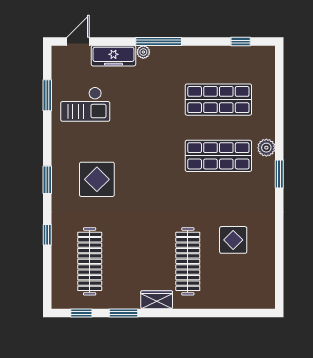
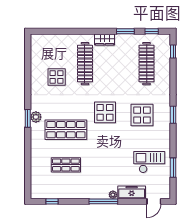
shop shelf: (218, 100) -> (66, 165), width x0.70, depth x0.74
plant: (266, 148) -> (36, 117), moved
display table: (156, 184) -> (105, 112), added
window: (47, 235) -> (173, 52), moved

